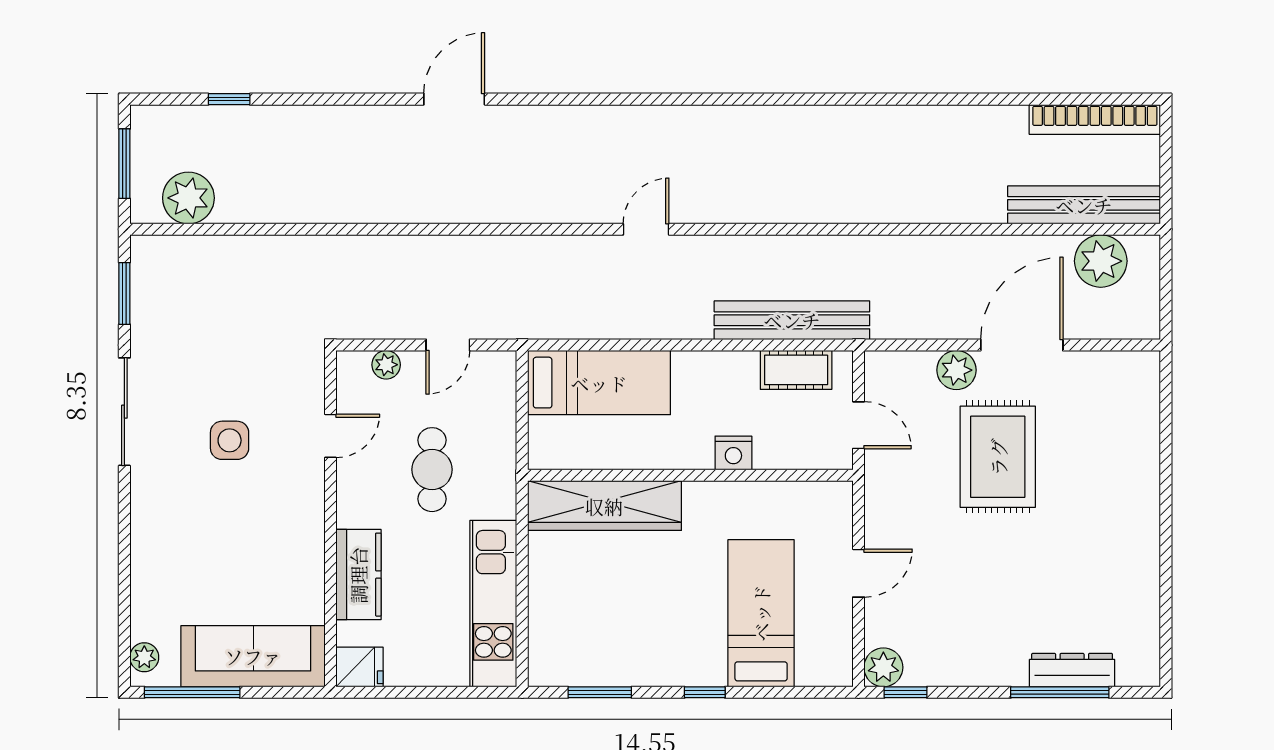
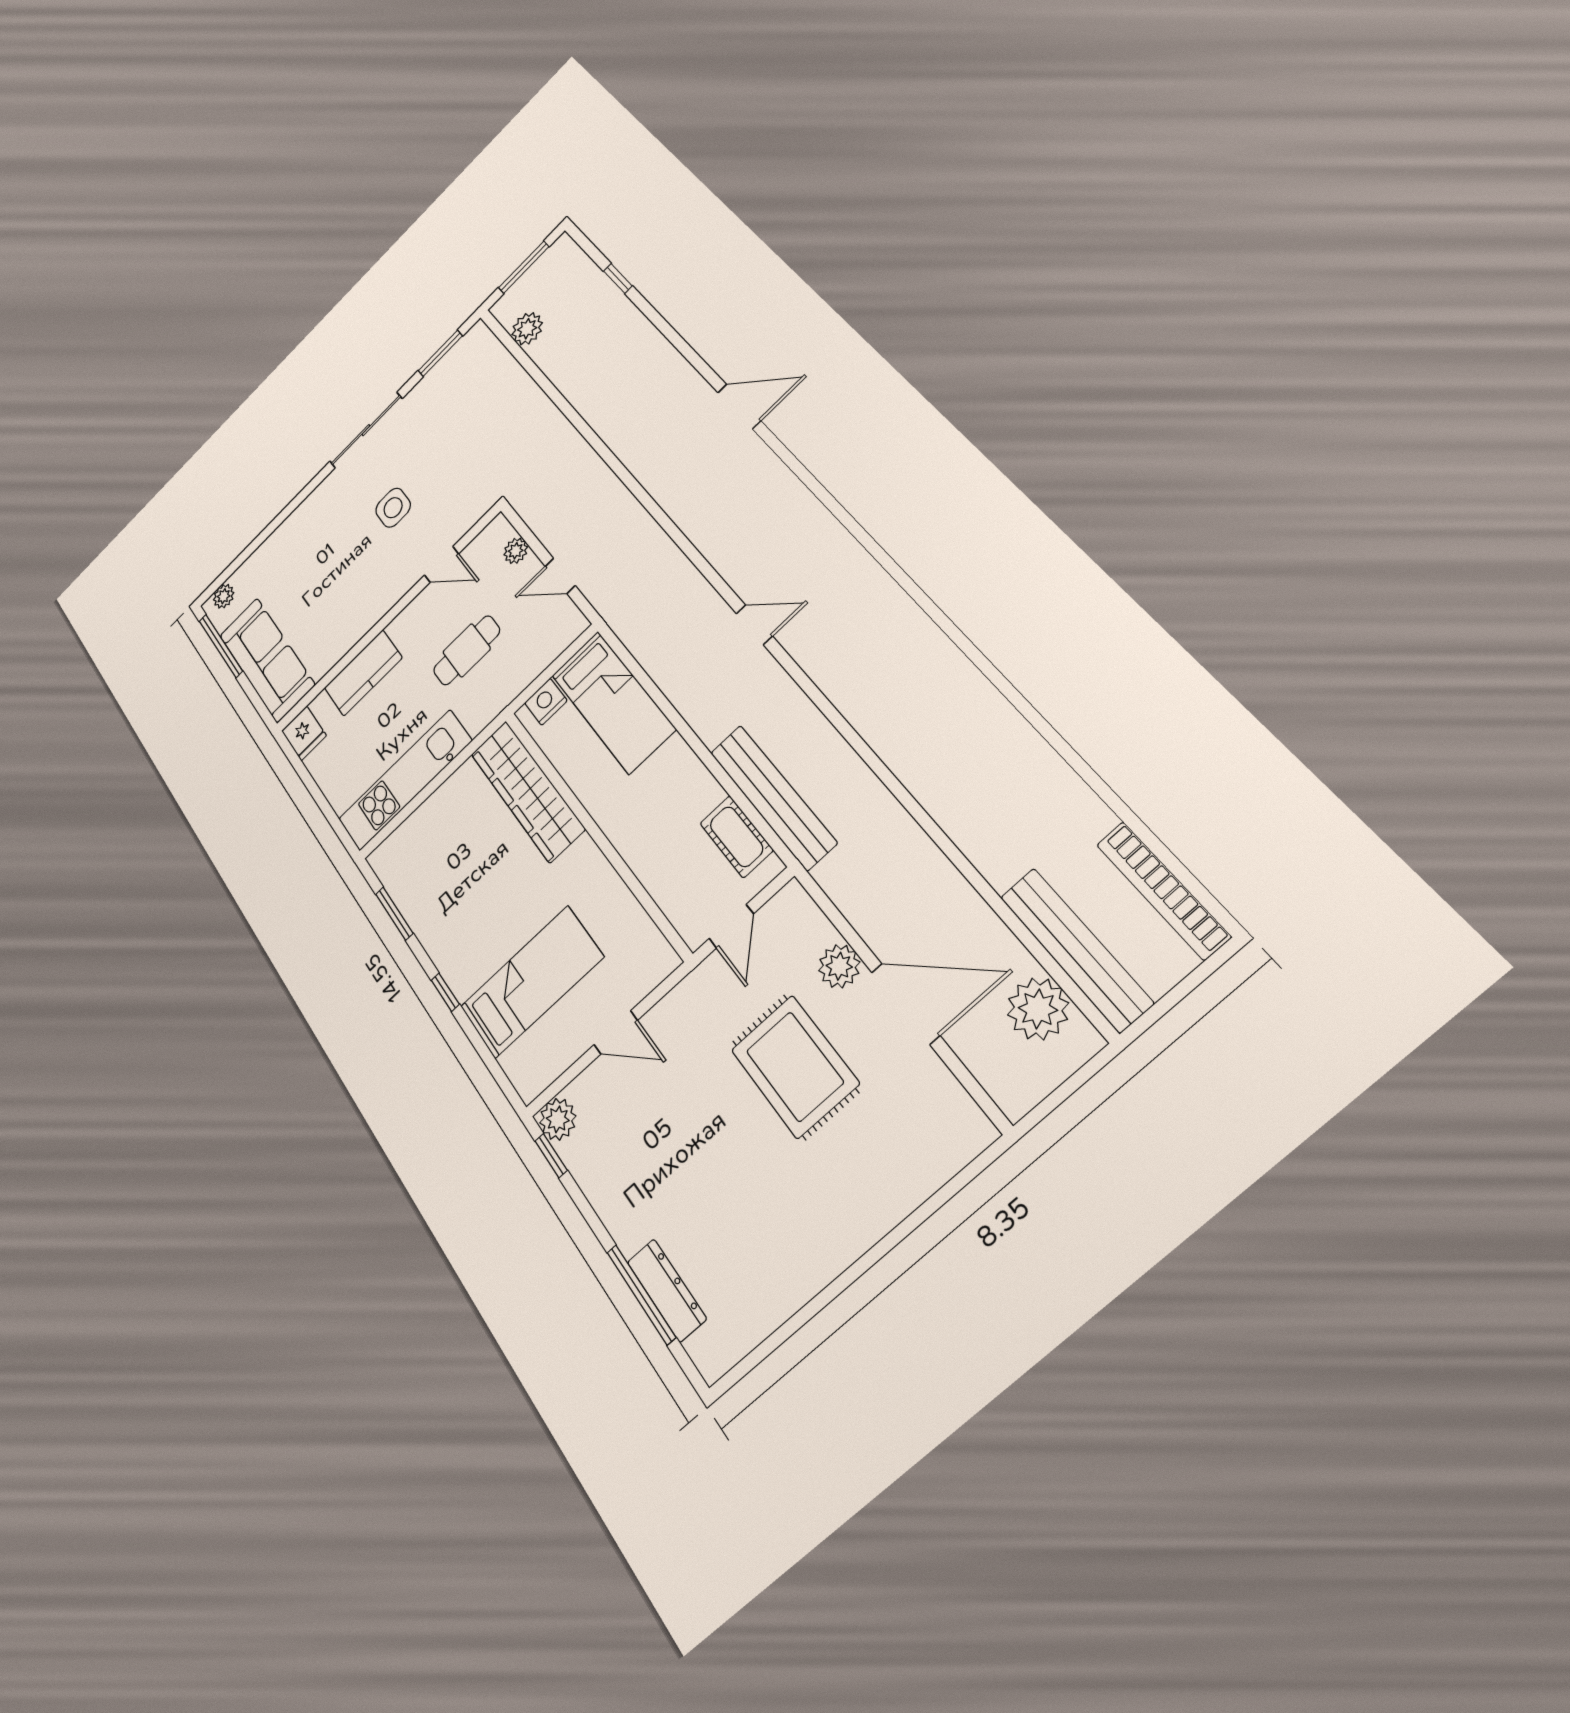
plant: (188, 198) -> (527, 329), width x0.73, depth x0.73
nightstand: (733, 453) -> (546, 702), moved, turned 90
rug: (998, 457) -> (795, 1067), turned 90

